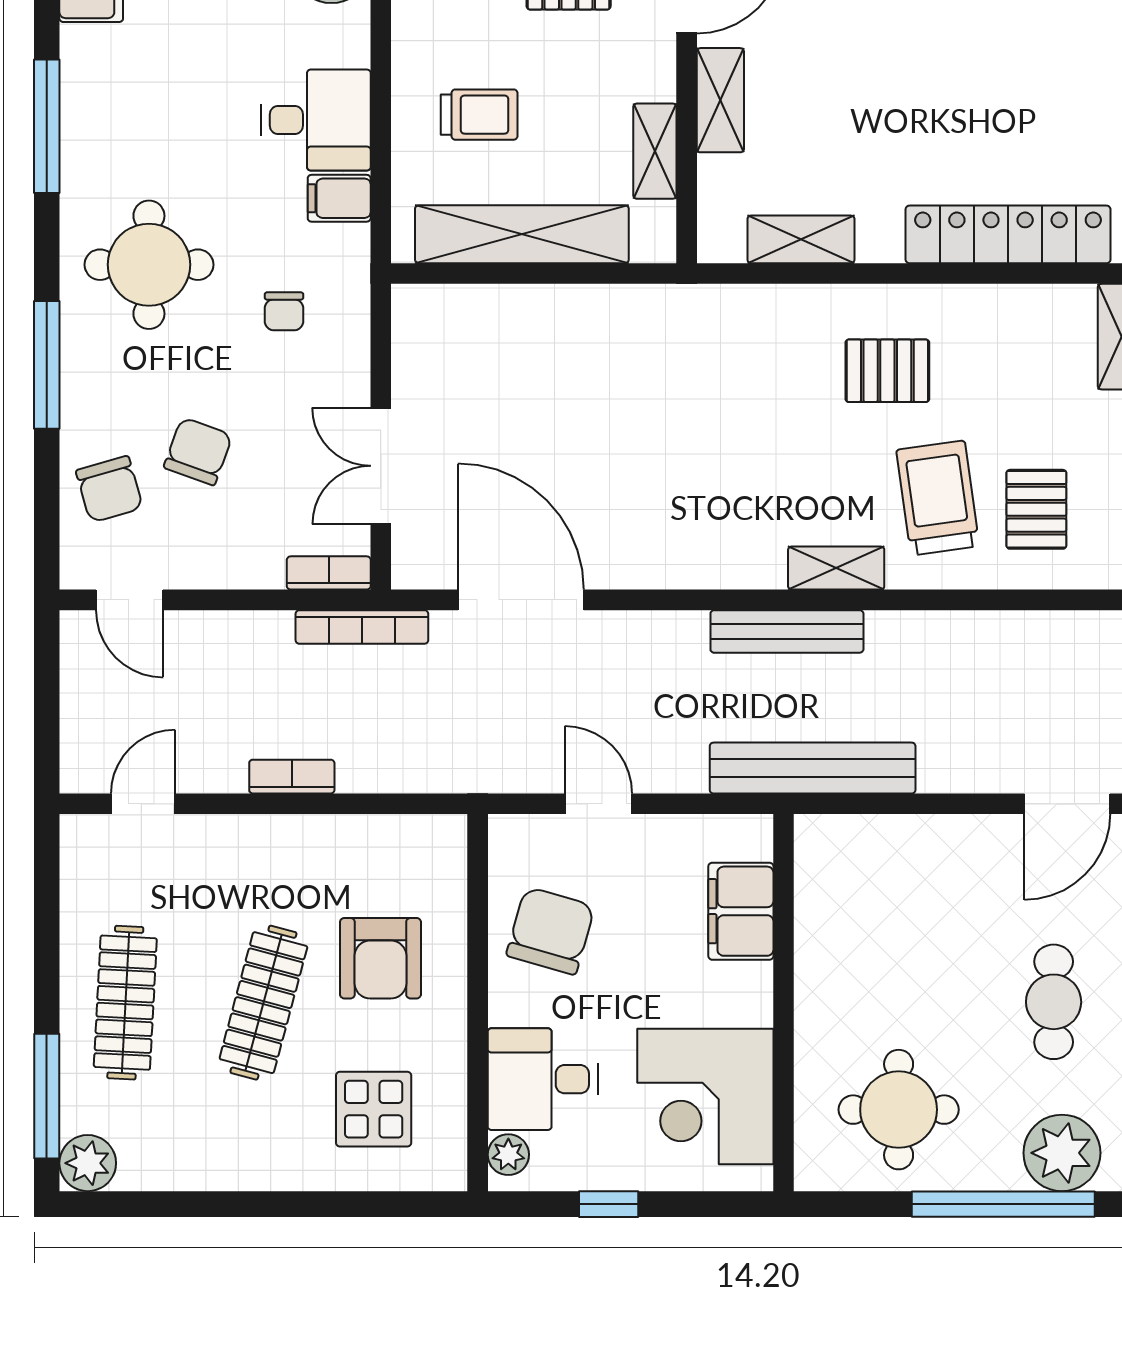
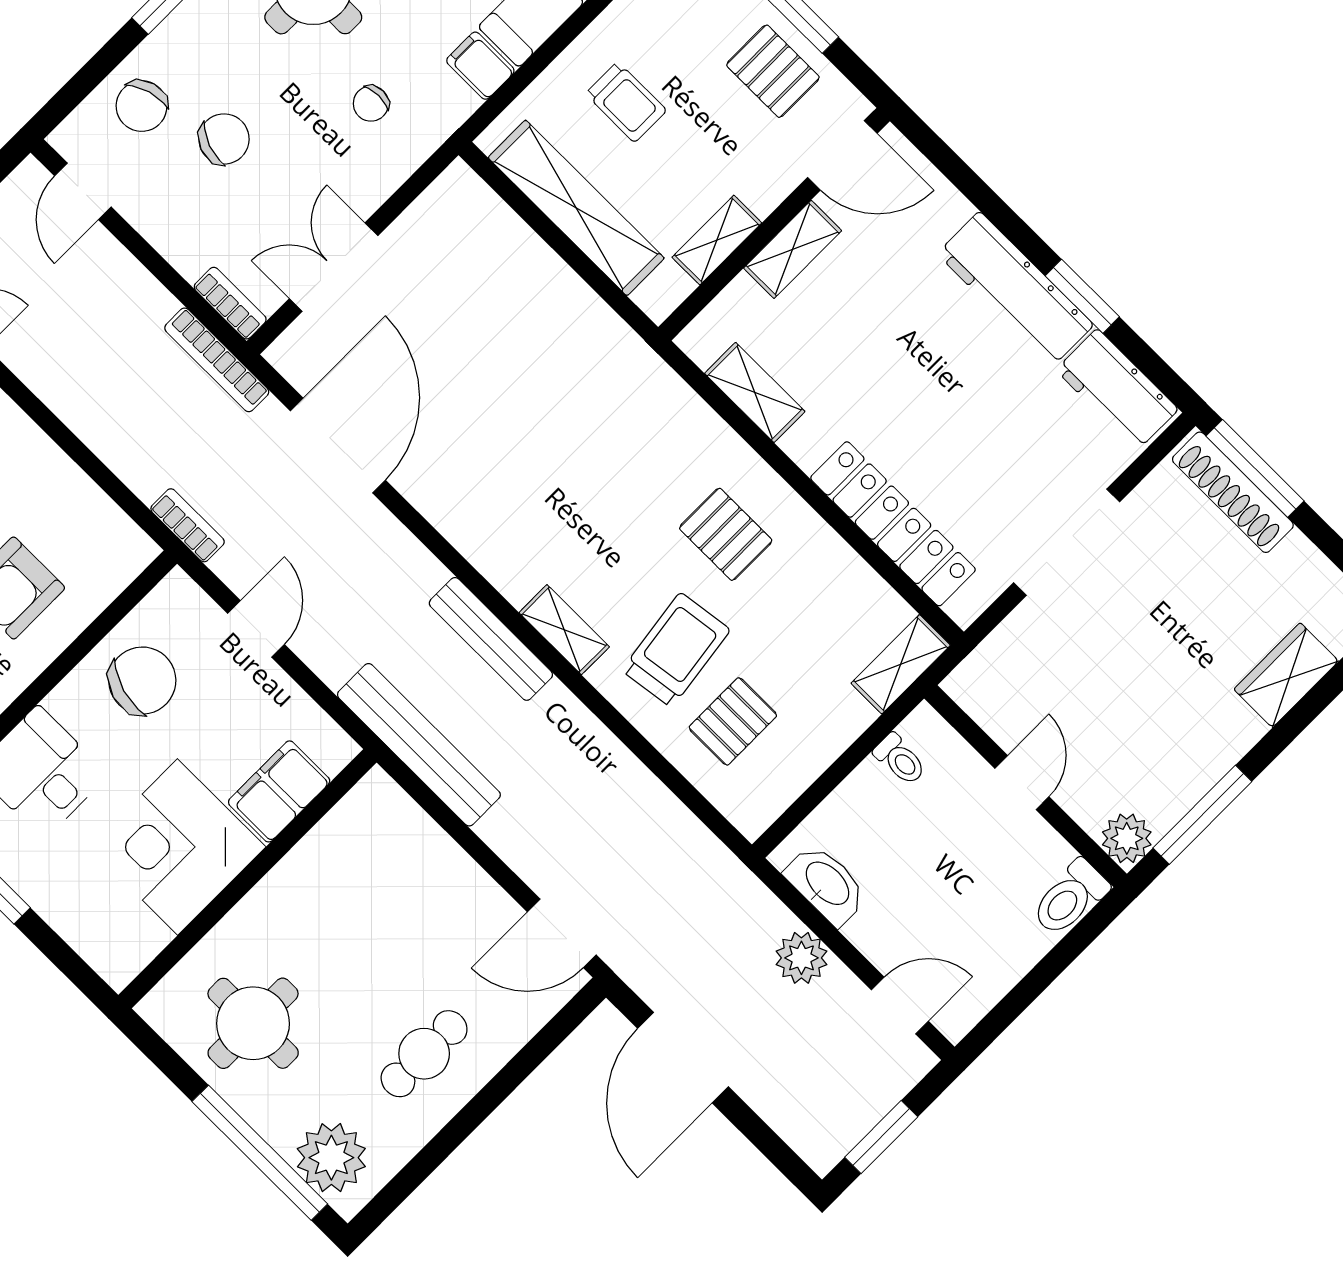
bookcase: (292, 777) -> (188, 525), moved
corner desk: (705, 1097) -> (178, 847), moved

